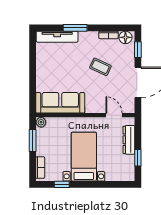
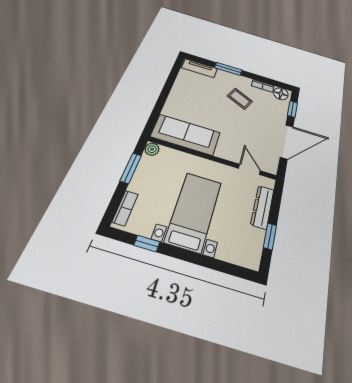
tv unit: (57, 37) -> (200, 68), width x0.71
coffee table: (100, 67) -> (240, 99), moved

